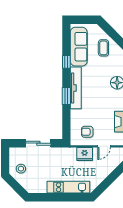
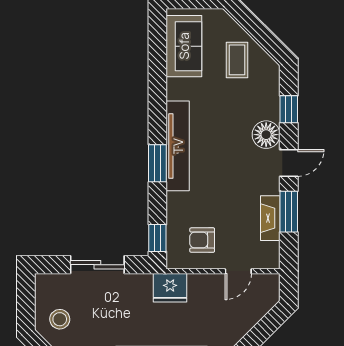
sofa: (79, 47) -> (184, 46), width x0.73
window: (66, 62) -> (157, 238), moved
fridge: (85, 154) -> (170, 288), moved

